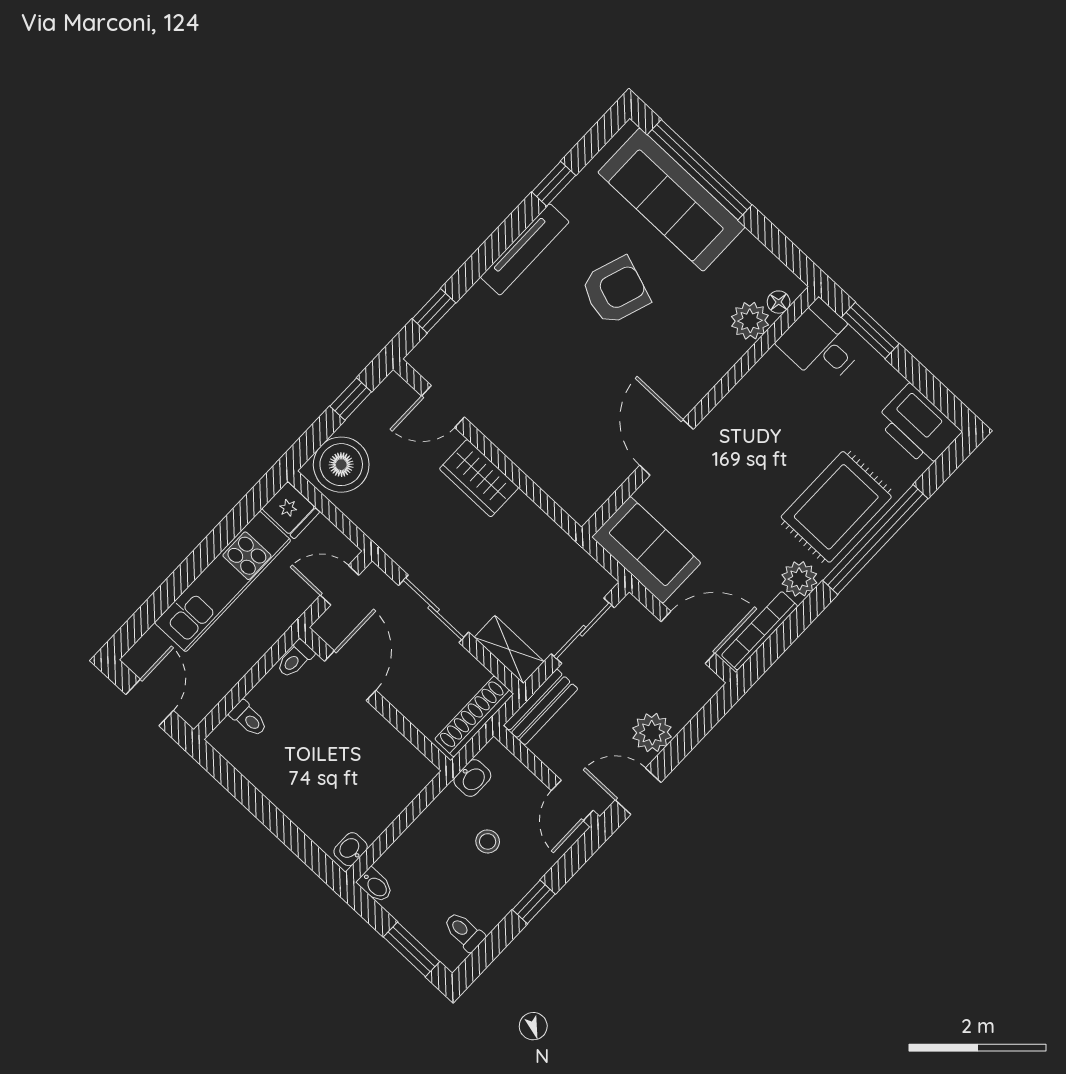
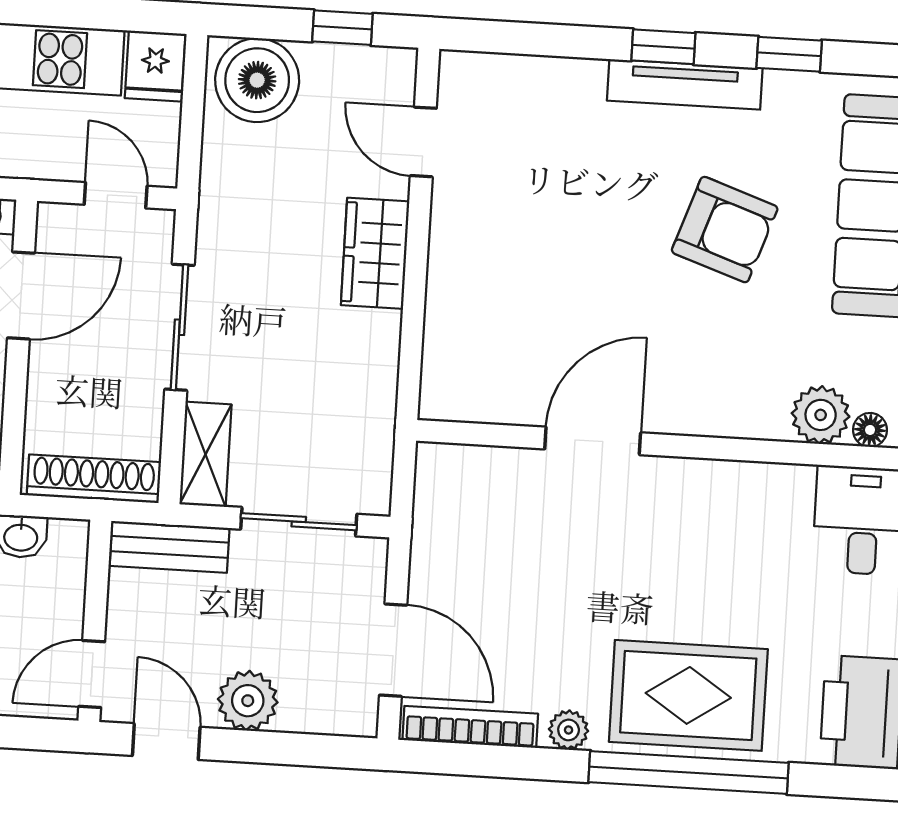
window: (434, 311) -> (663, 47), moved
sofa: (646, 550) -> (454, 517), removed
plant: (799, 579) -> (569, 730), width x0.73, depth x0.73

